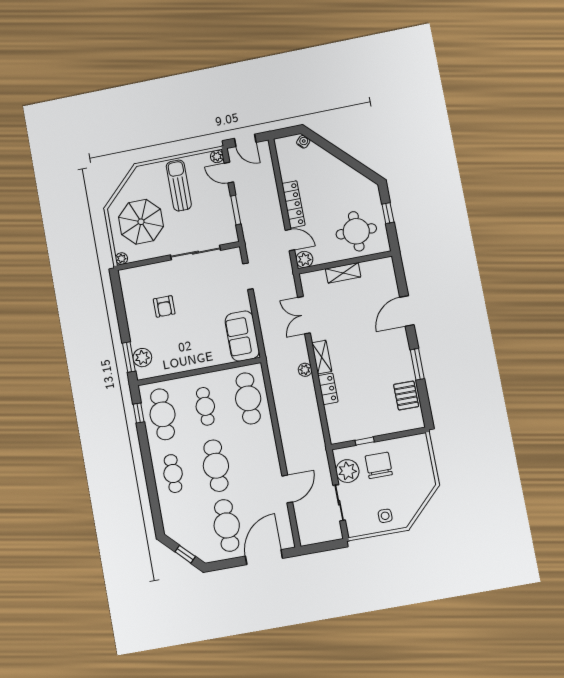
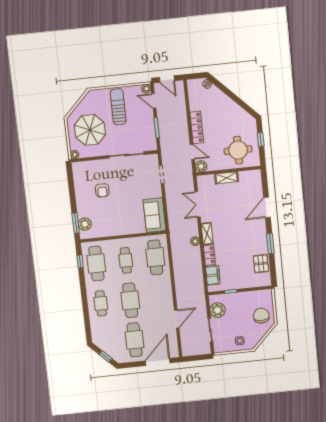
filing cabinet: (336, 419) -> (213, 275), added
chair: (379, 465) -> (261, 316), moved

